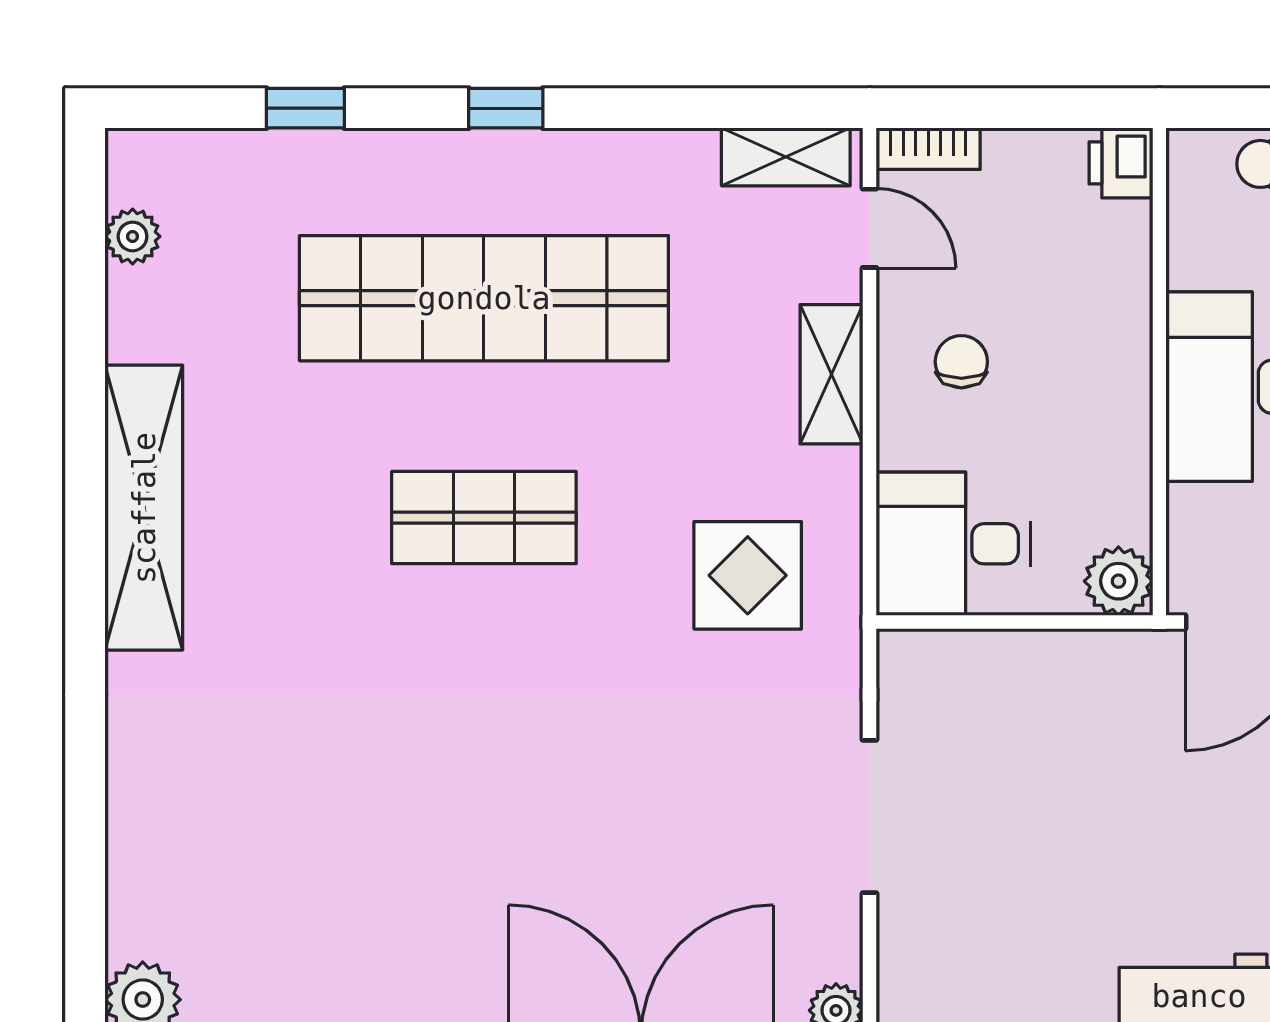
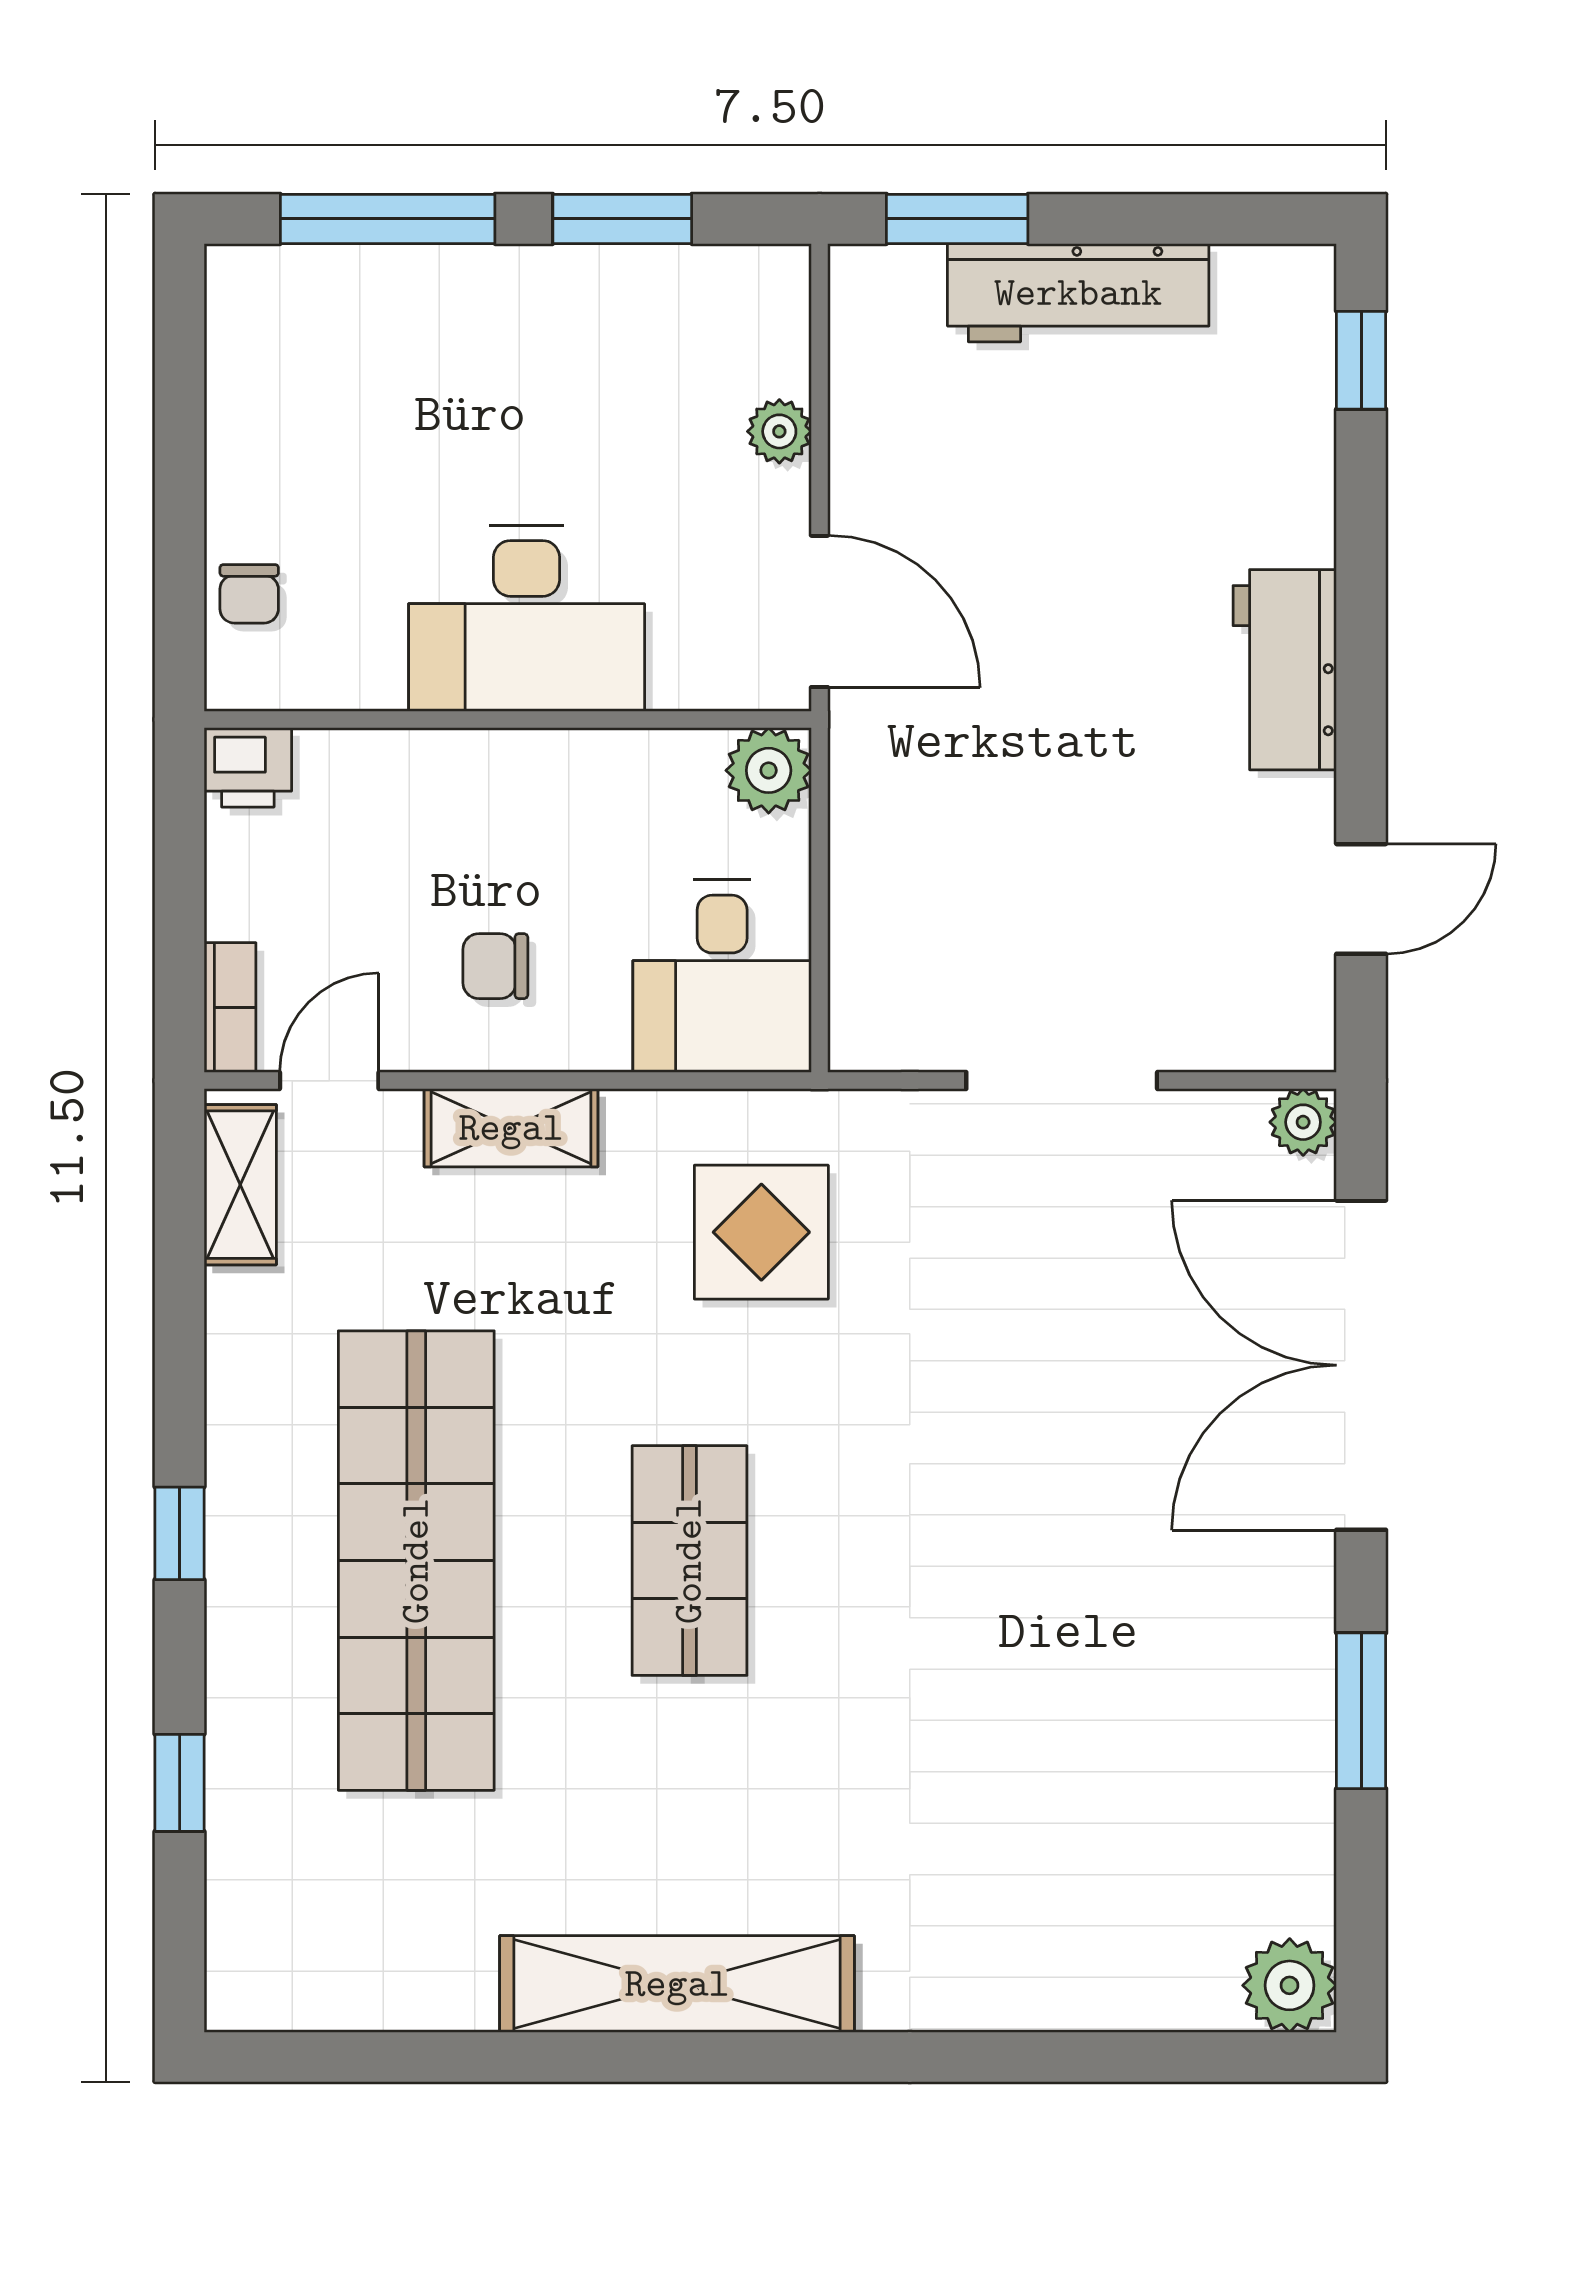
plant: (133, 236) -> (339, 1998), removed

